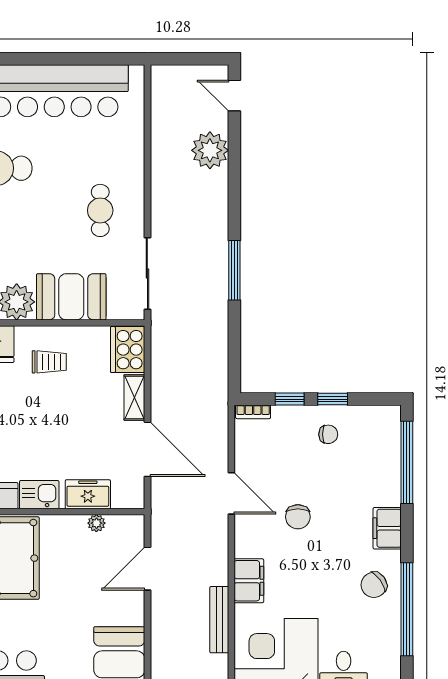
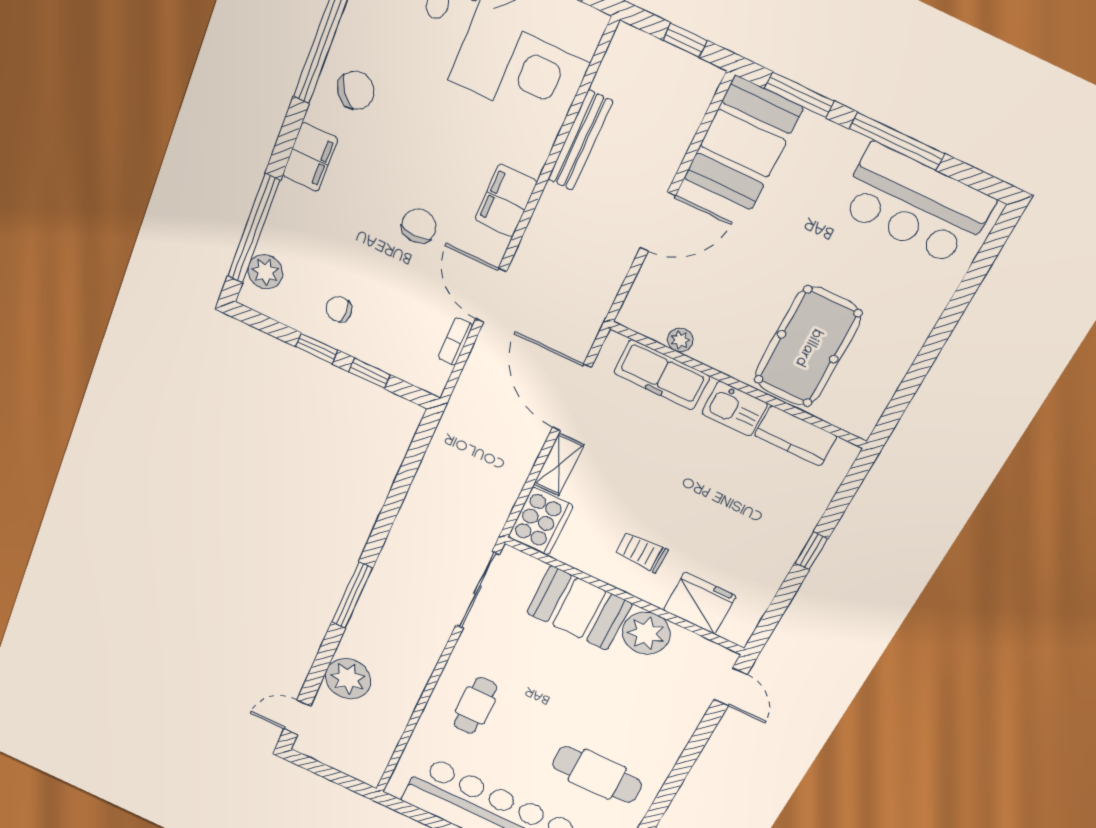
door: (234, 96) -> (297, 717), swing flipped
cafe table: (100, 210) -> (475, 706), moved
window: (234, 270) -> (352, 595), moved
bookcase: (253, 412) -> (455, 342), moved, turned -90
plant: (388, 436) -> (265, 272), added
freezer: (88, 494) -> (662, 375), width x1.40
door: (147, 569) -> (658, 222), moved
filing cabinet: (249, 581) -> (506, 201), moved

